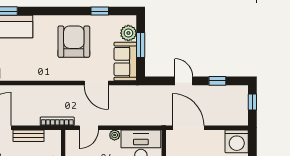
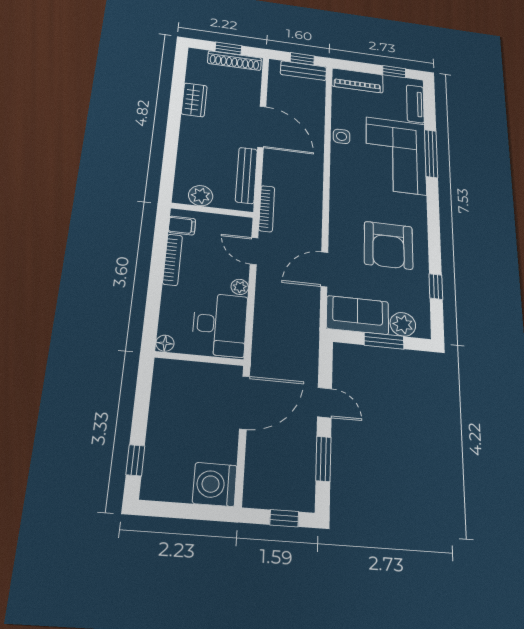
armchair: (74, 42) -> (388, 245), turned 90
door: (184, 81) -> (325, 403), hinge flipped
window: (217, 81) -> (323, 459), width x1.50
bench: (28, 136) -> (246, 175), width x1.36

